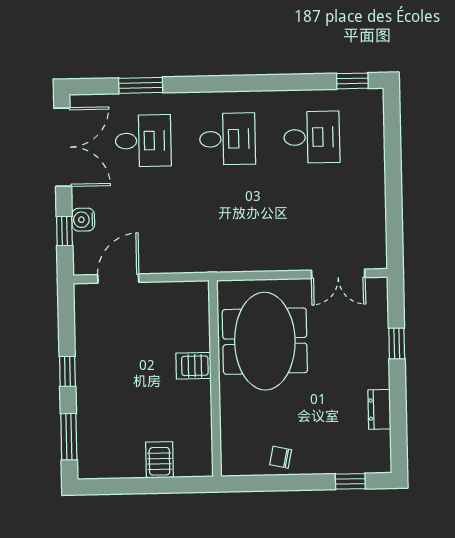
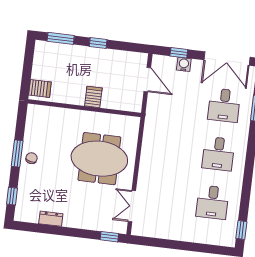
window: (397, 343) -> (109, 237), moved
server rack: (194, 366) -> (93, 97), moved
wall: (215, 378) -> (84, 108), moved
window: (276, 483) -> (17, 153), added

